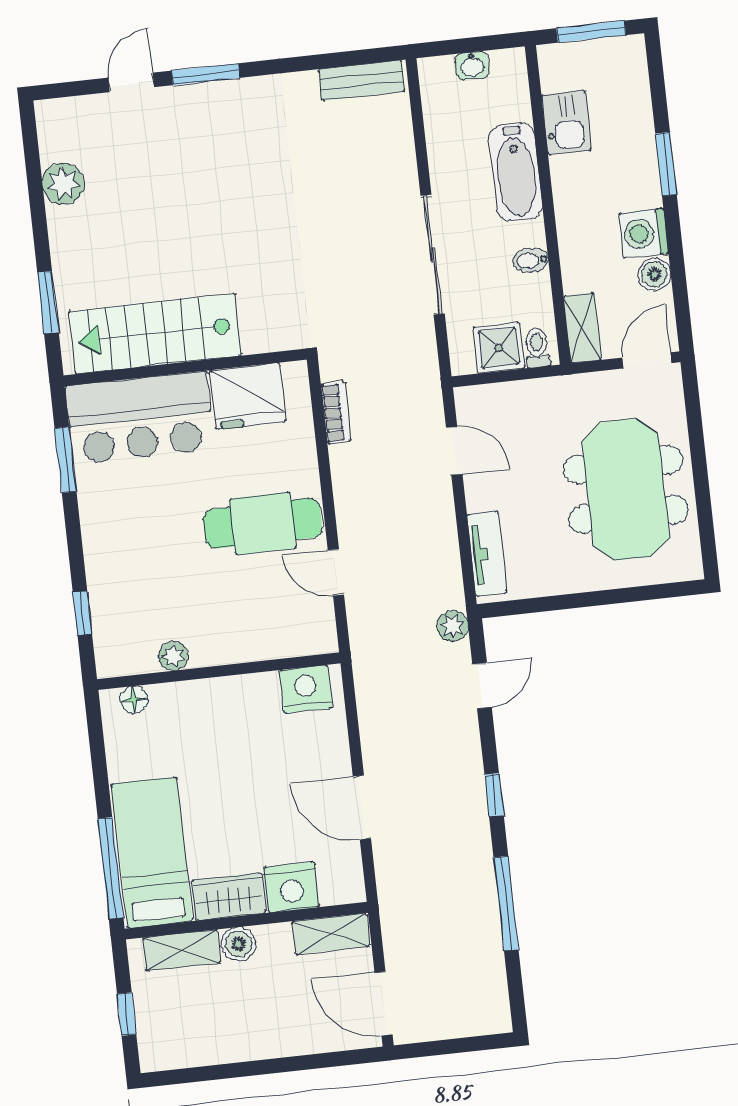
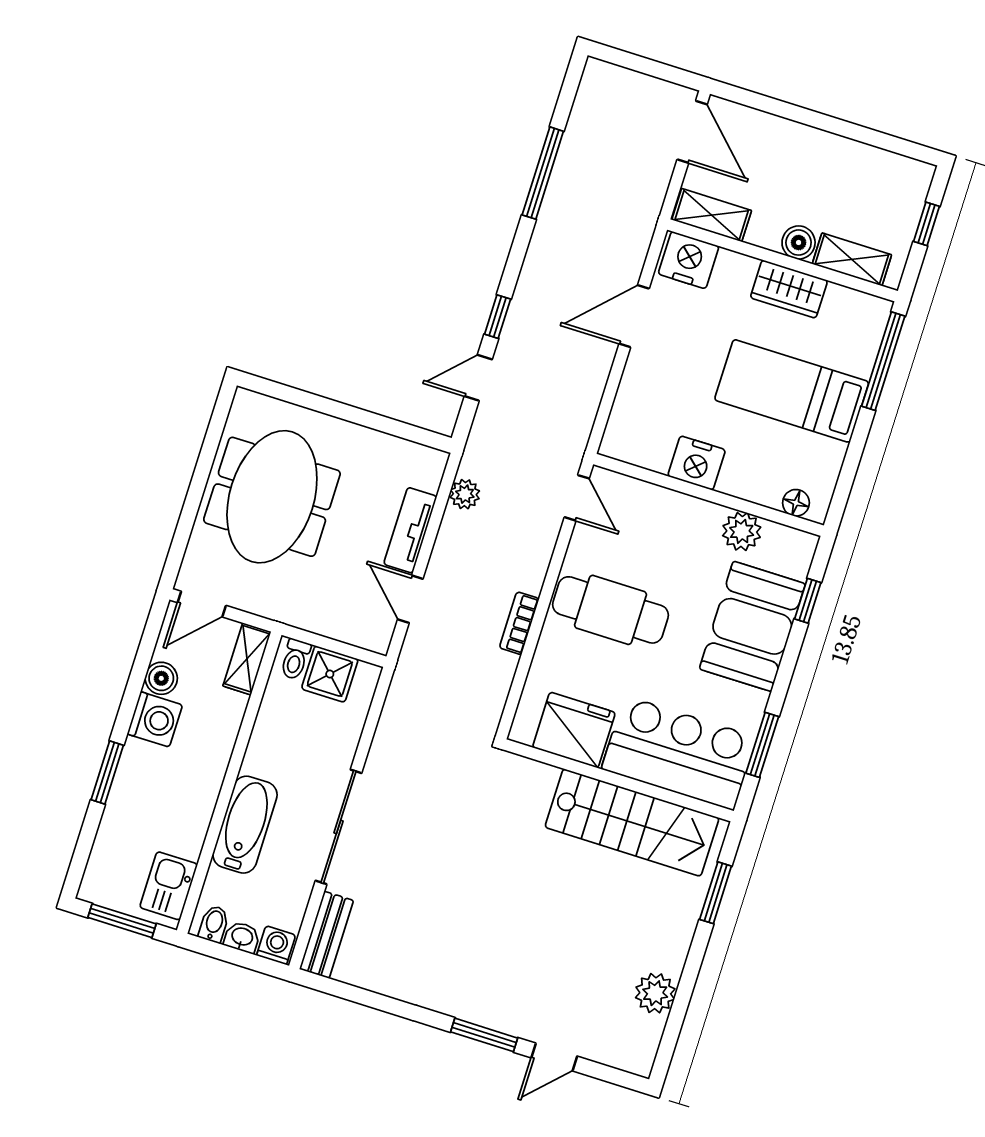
washing machine: (437, 72) -> (276, 945), added
bench: (361, 80) -> (327, 935), moved, turned 90
kitchen sink: (566, 123) -> (169, 886), moved
sliding door: (433, 255) -> (339, 827), moved
bidet: (531, 260) -> (214, 924), moved, turned -90
bookcase: (336, 413) -> (519, 623), moved
tv unit: (487, 554) -> (410, 530), moved
booth: (124, 566) -> (752, 626), added
door: (336, 572) -> (577, 498), moved
plant: (453, 626) -> (465, 494), moved
plant: (173, 656) -> (742, 531), width x1.38, depth x1.38
nightstand: (306, 689) -> (697, 463), moved
window: (494, 795) -> (498, 317), moved
door: (362, 807) -> (634, 316), swing flipped
bed: (152, 852) -> (792, 391), moved, turned 90
nightstand: (291, 887) -> (689, 260), moved

